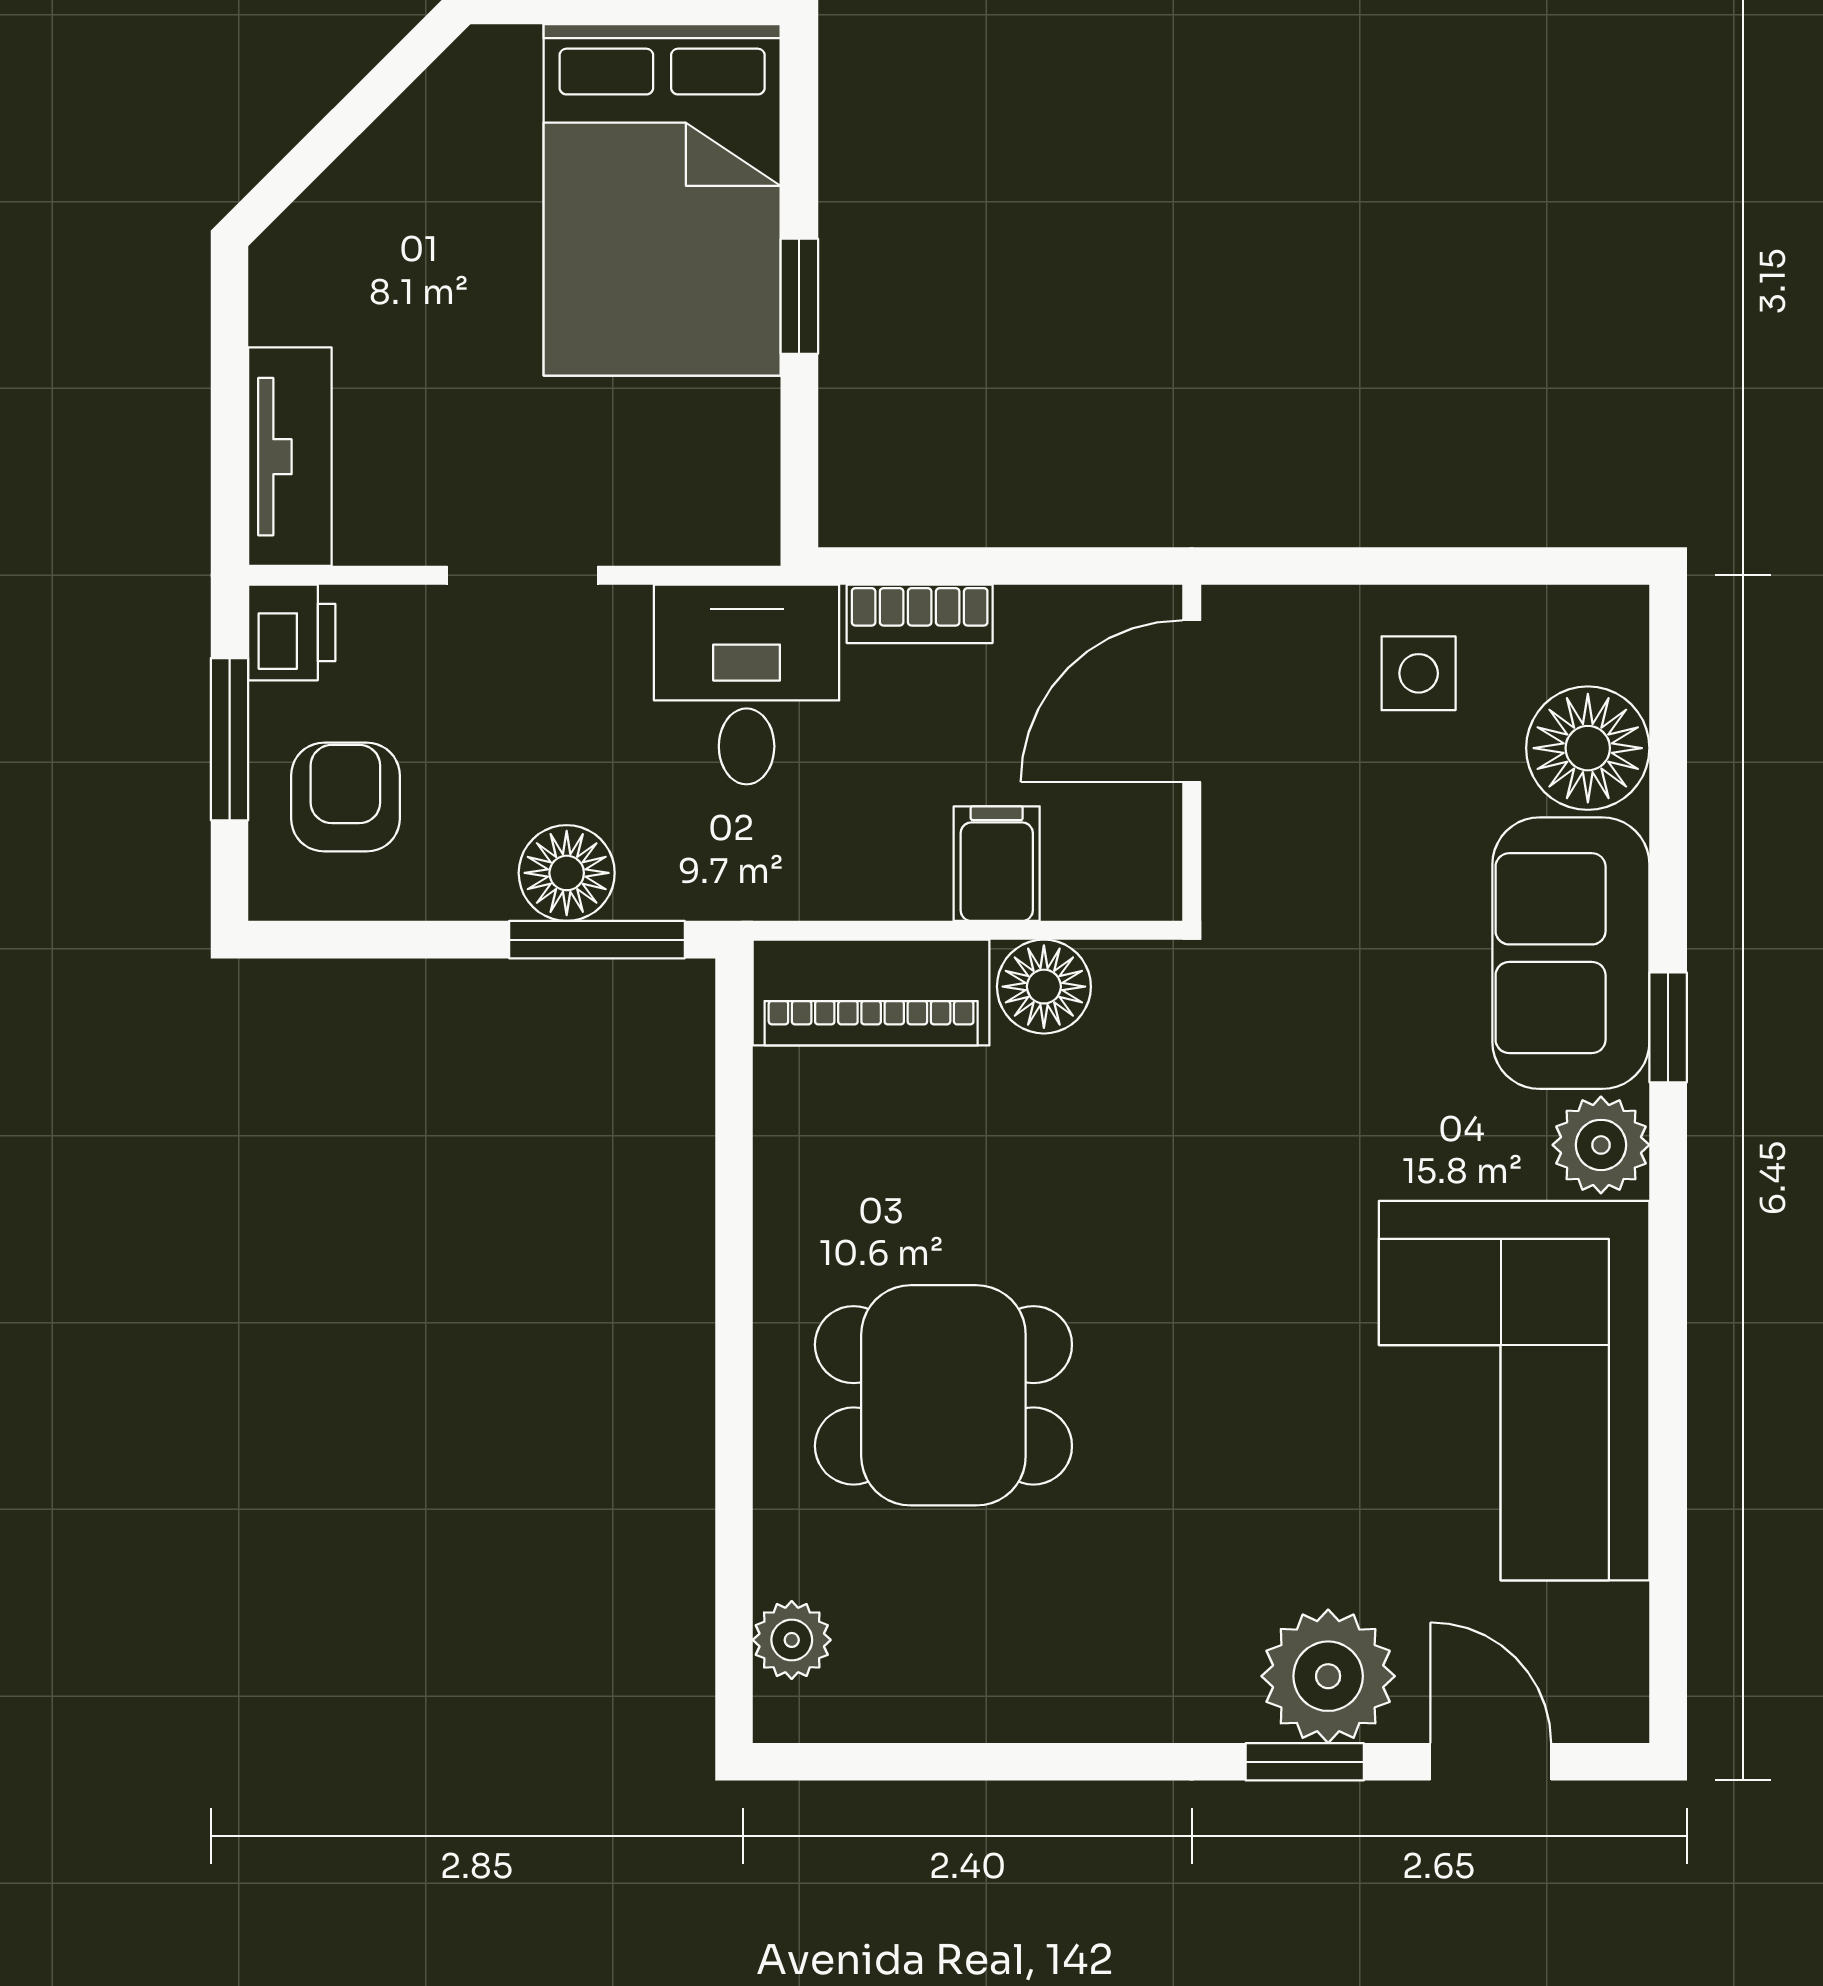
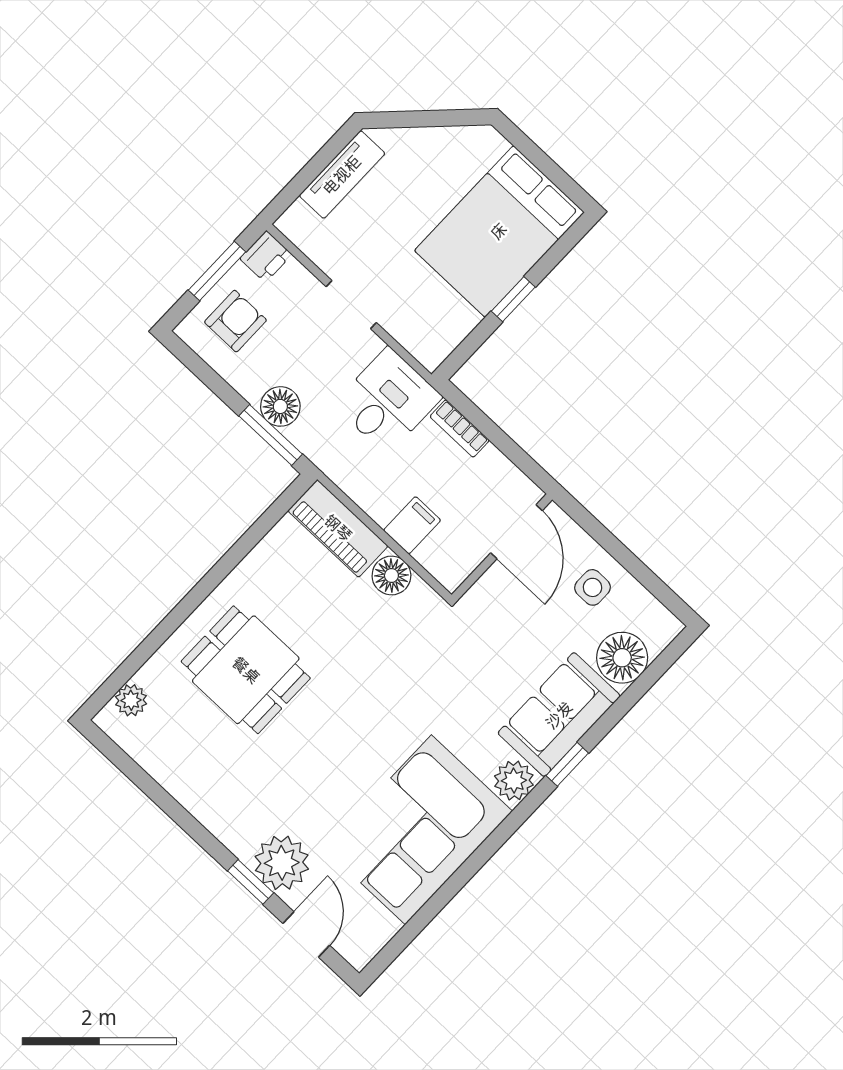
tv unit: (290, 457) -> (342, 175), moved
door: (1192, 701) -> (516, 532), swing flipped

